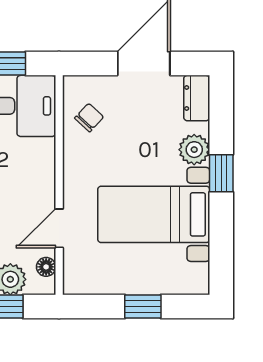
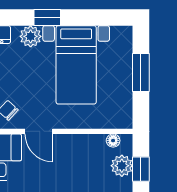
door: (59, 228) -> (39, 131), moved
window: (143, 306) -> (141, 72), width x1.50

